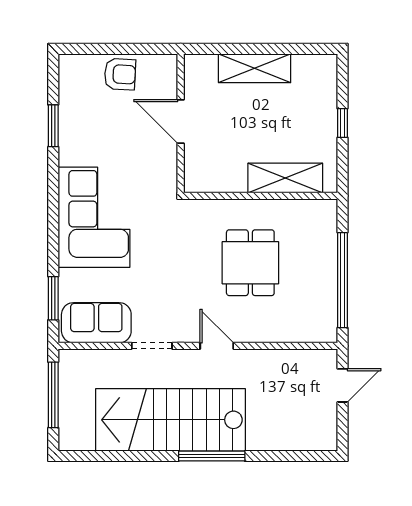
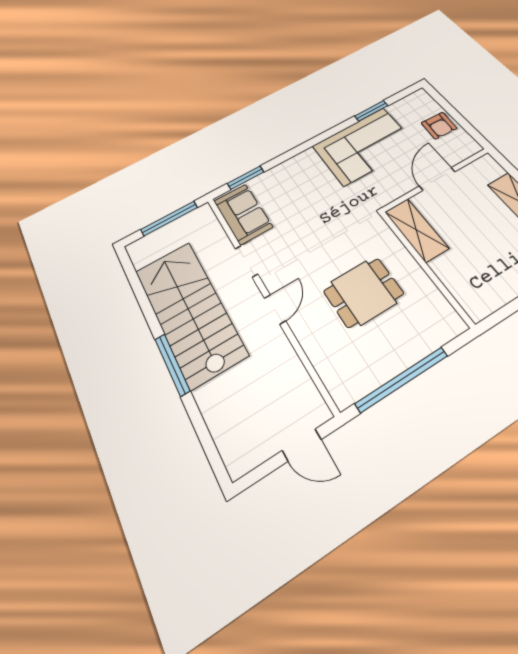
shelving: (285, 178) -> (416, 230), moved
corner sofa: (94, 217) -> (364, 146), moved

